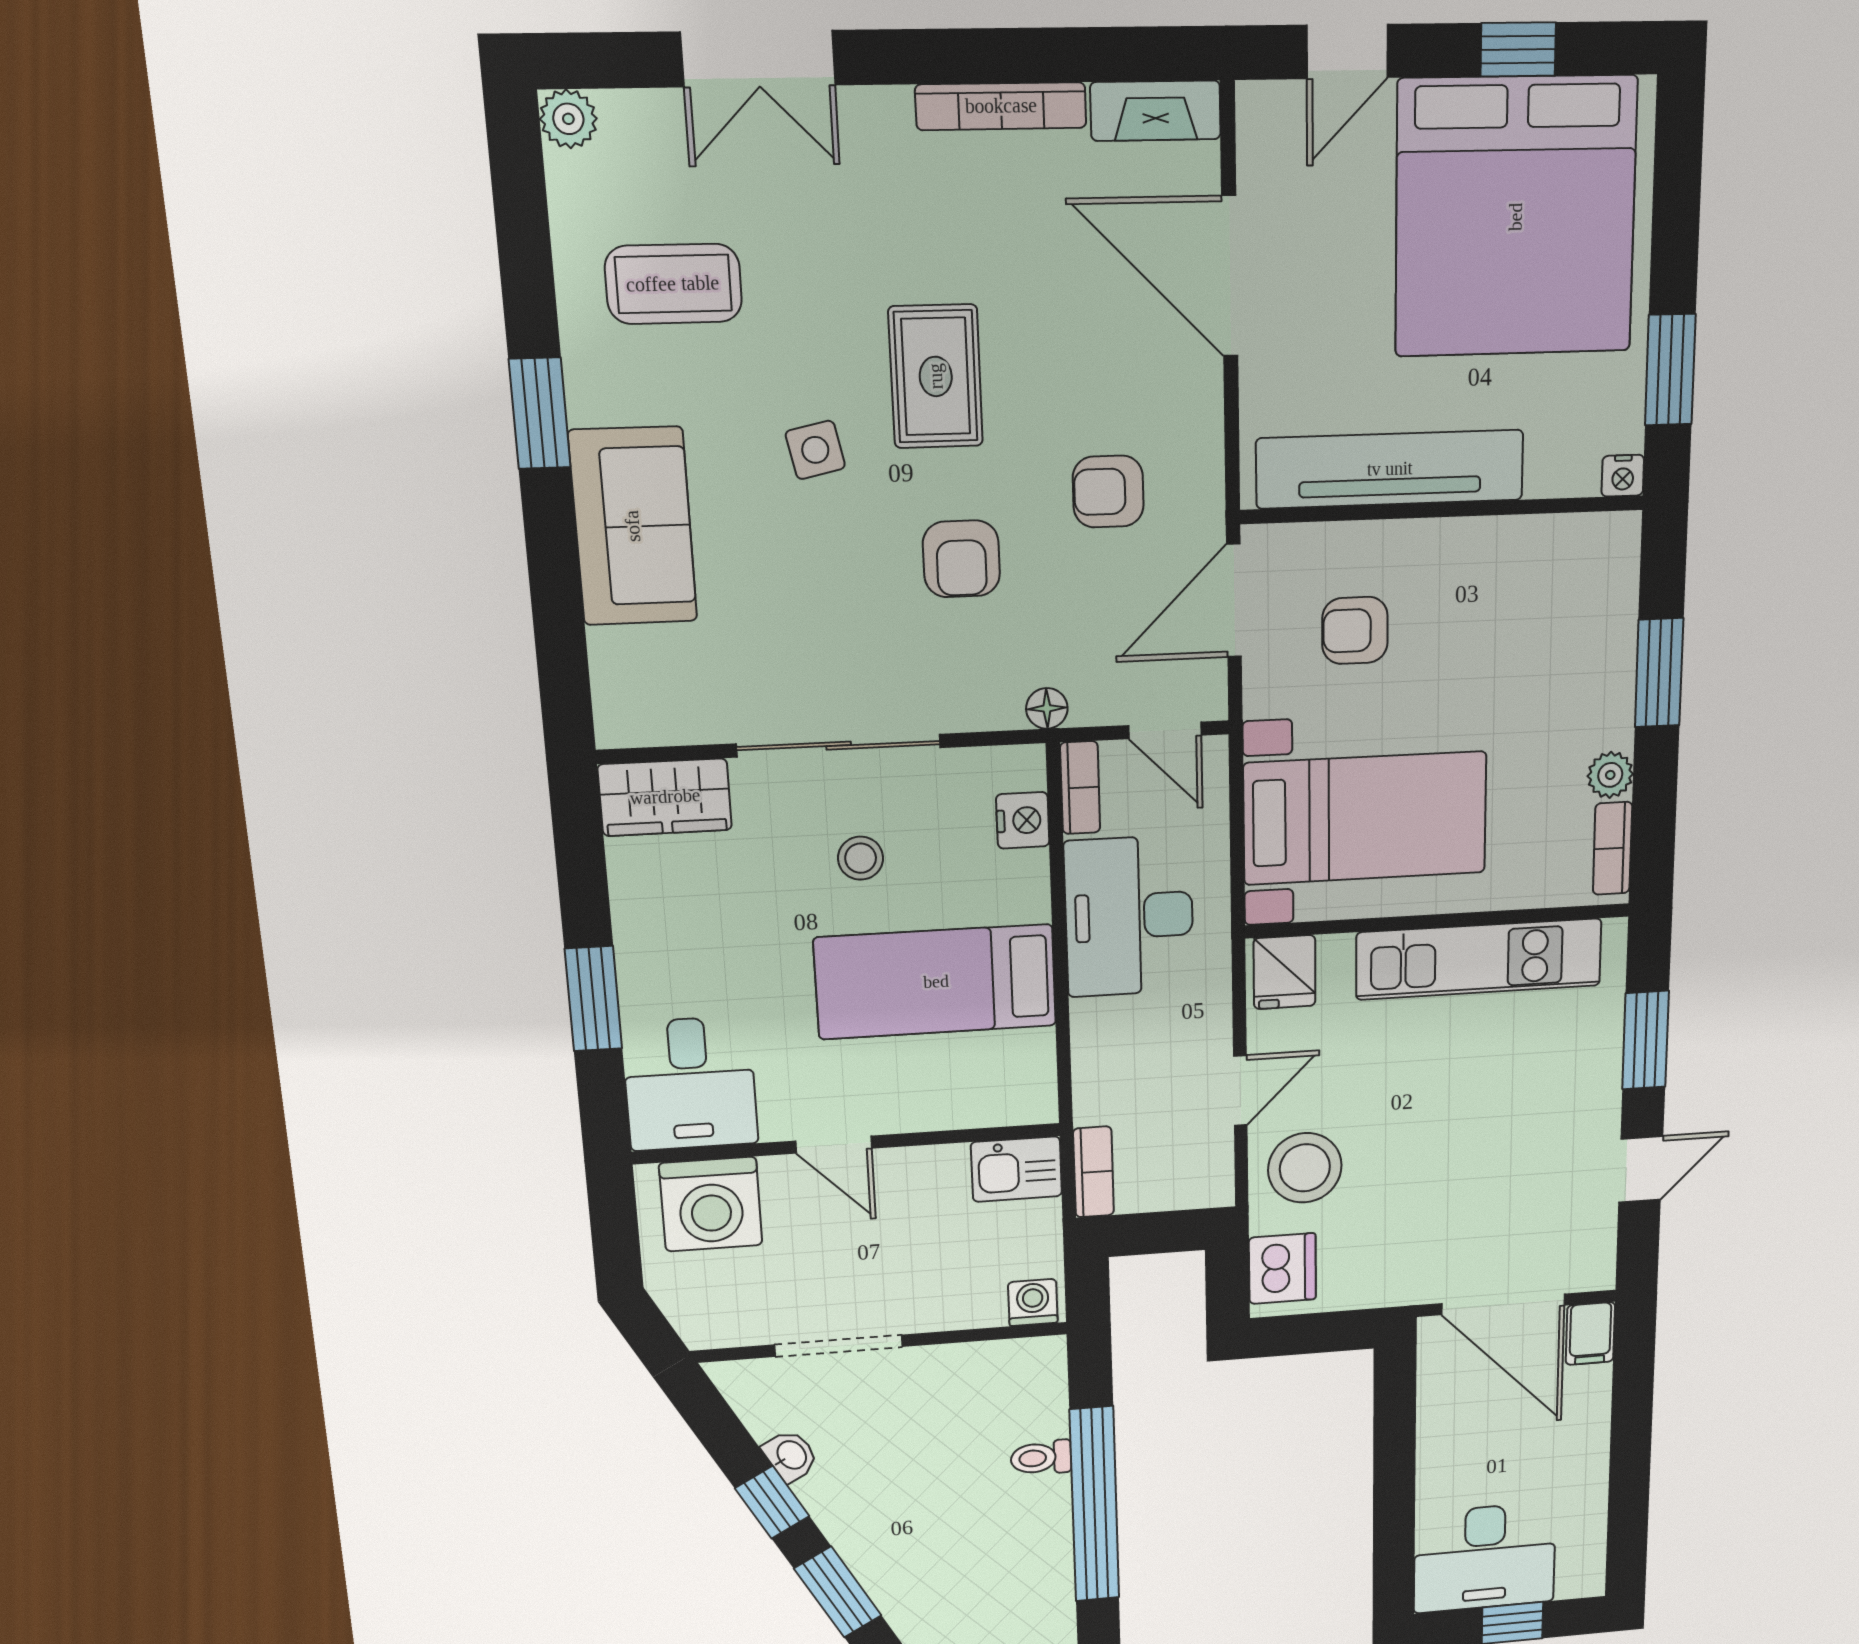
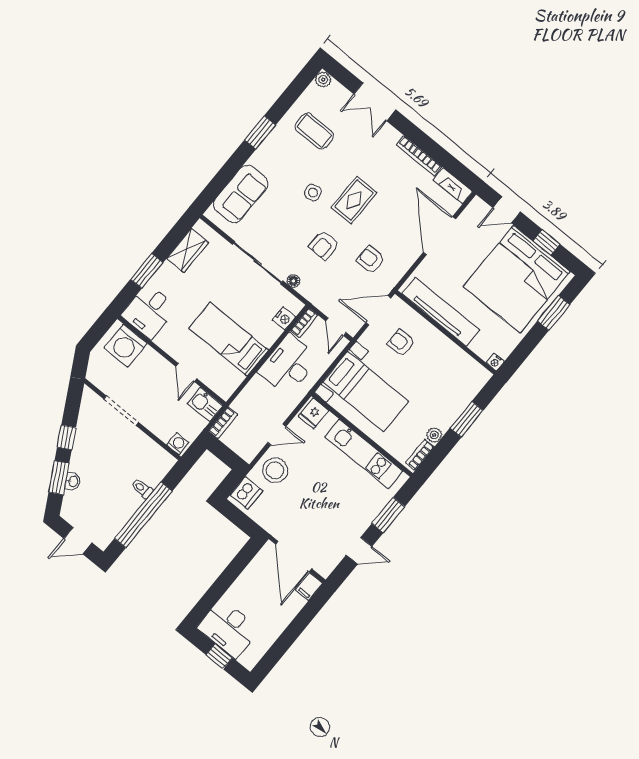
window: (1670, 370) -> (554, 313), moved
sofa: (633, 526) -> (241, 194), moved
floor lamp: (1047, 708) -> (293, 281), moved
wardrobe: (665, 797) -> (188, 251), moved, turned -90
stool: (861, 858) -> (238, 293), removed
door: (834, 1145) -> (186, 373), moved
washbasin: (791, 1456) -> (73, 481), moved

